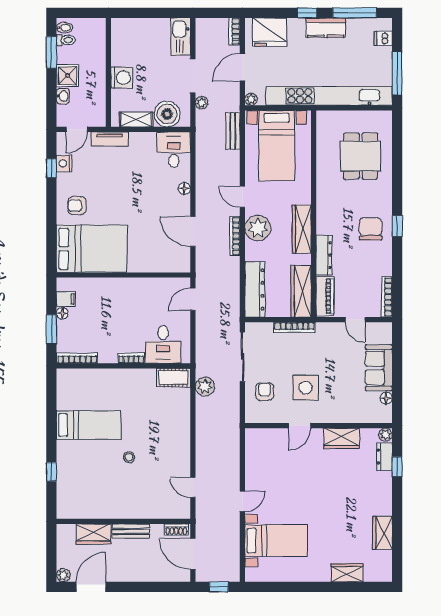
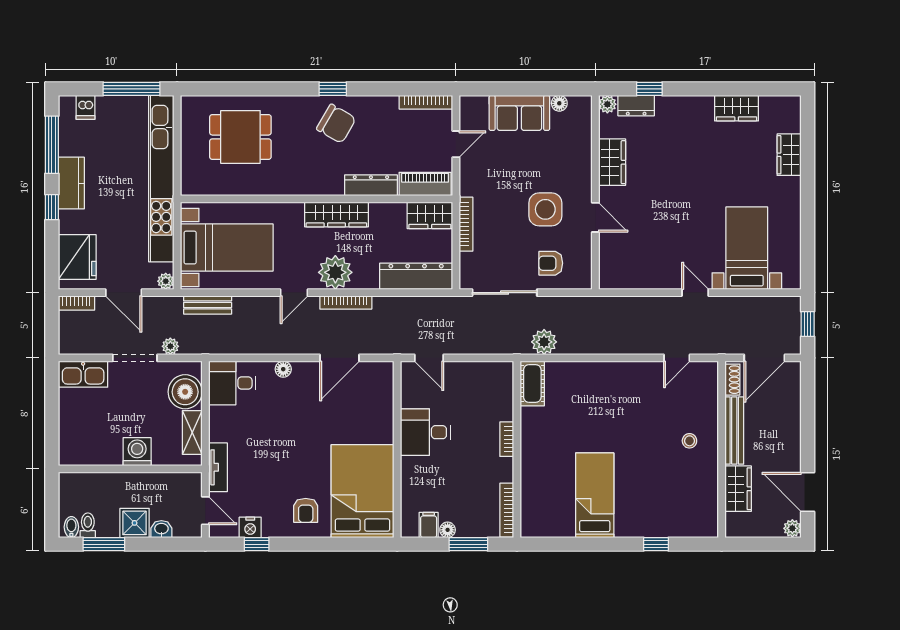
chair: (371, 229) -> (336, 124), turned -150
wardrobe: (301, 291) -> (430, 215), width x0.67
desk: (163, 344) -> (425, 432), moved, turned 180
stool: (129, 457) -> (689, 441), moved
bench: (131, 531) -> (734, 431), width x1.36

